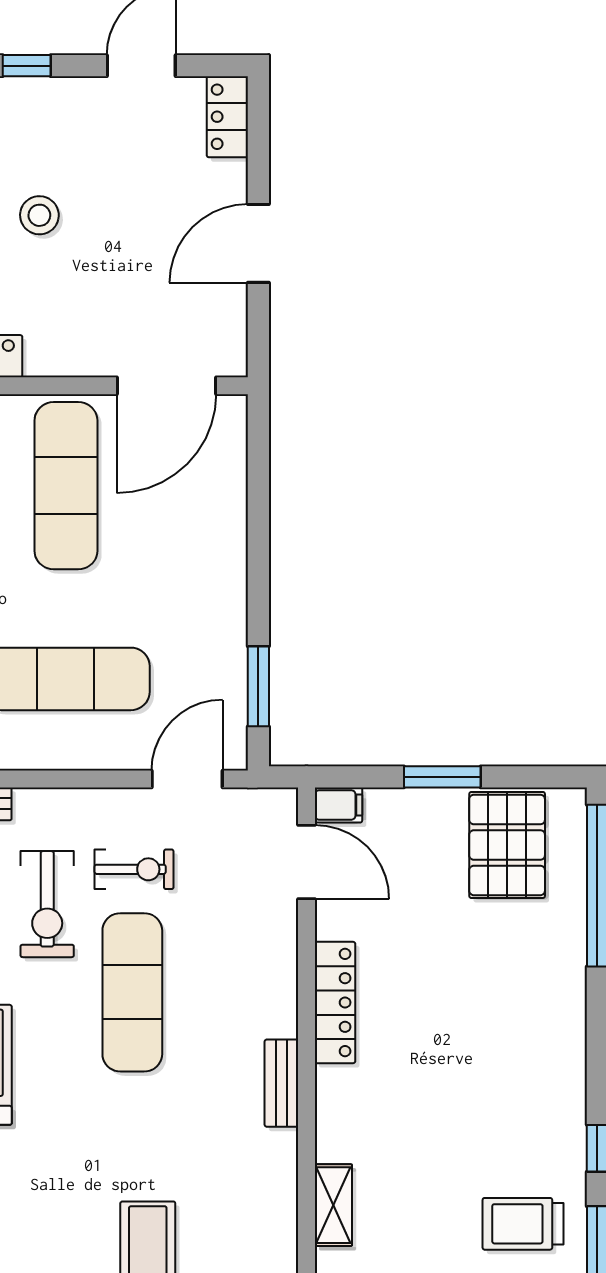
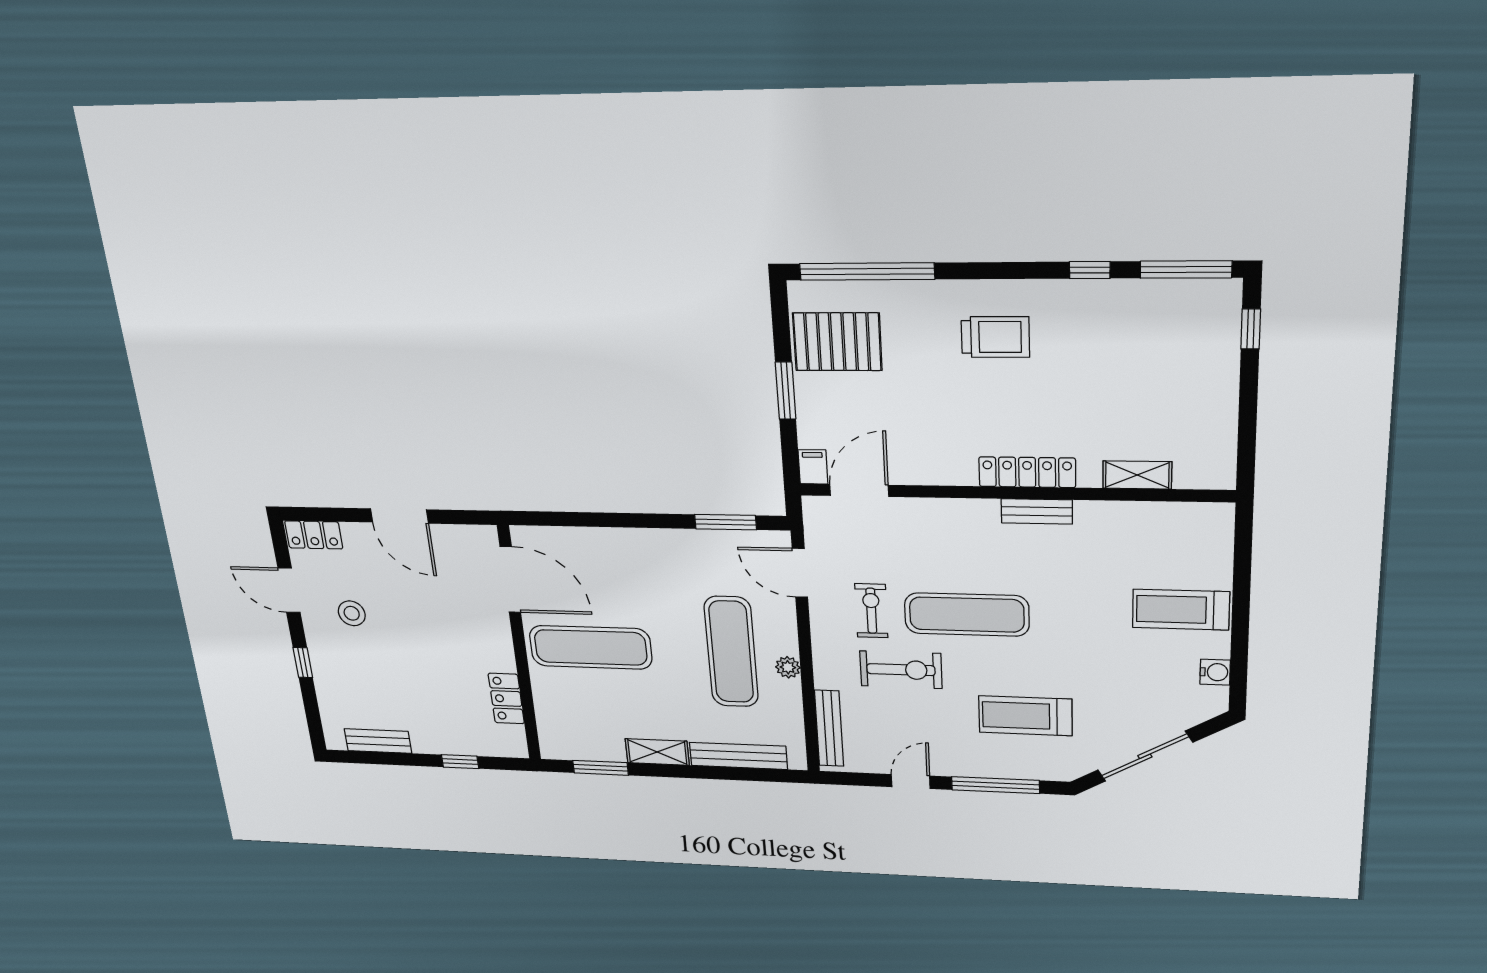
stool: (39, 215) -> (352, 613), moved
plant: (45, 754) -> (788, 667), added
locker: (335, 1002) -> (1027, 472), moved
trolley: (523, 1224) -> (995, 337), moved, turned -90

